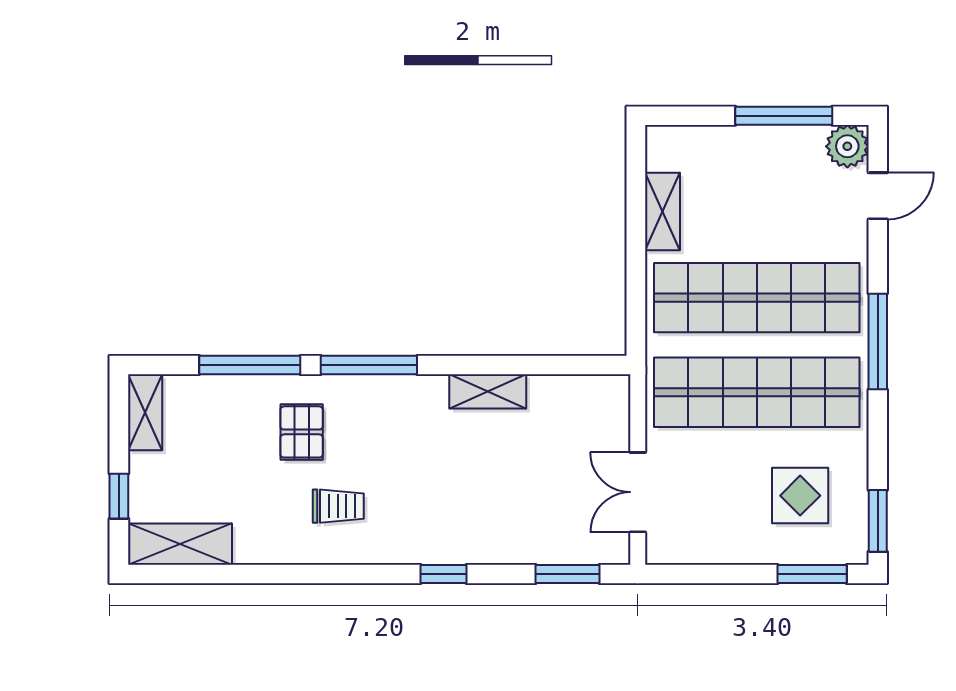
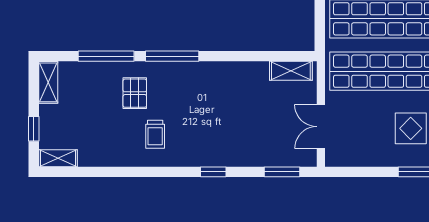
shelving: (488, 391) -> (291, 71), moved
trolley: (338, 506) -> (155, 134), turned 90
shelving: (180, 544) -> (58, 158), width x0.67, depth x0.75

